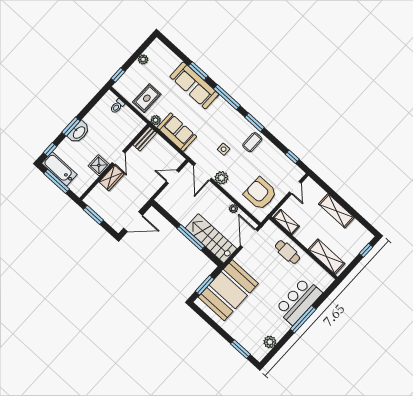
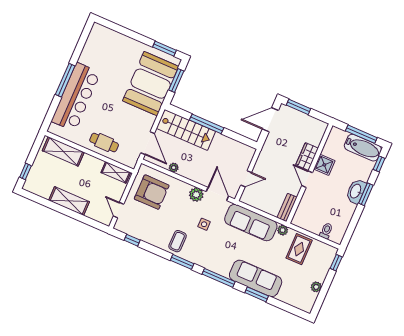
sofa: (177, 132) -> (251, 223), width x1.36
window: (93, 215) -> (298, 107), moved
bar counter: (299, 301) -> (76, 97), width x1.36
plant: (270, 342) -> (91, 46), removed
window: (240, 349) -> (164, 49), moved

